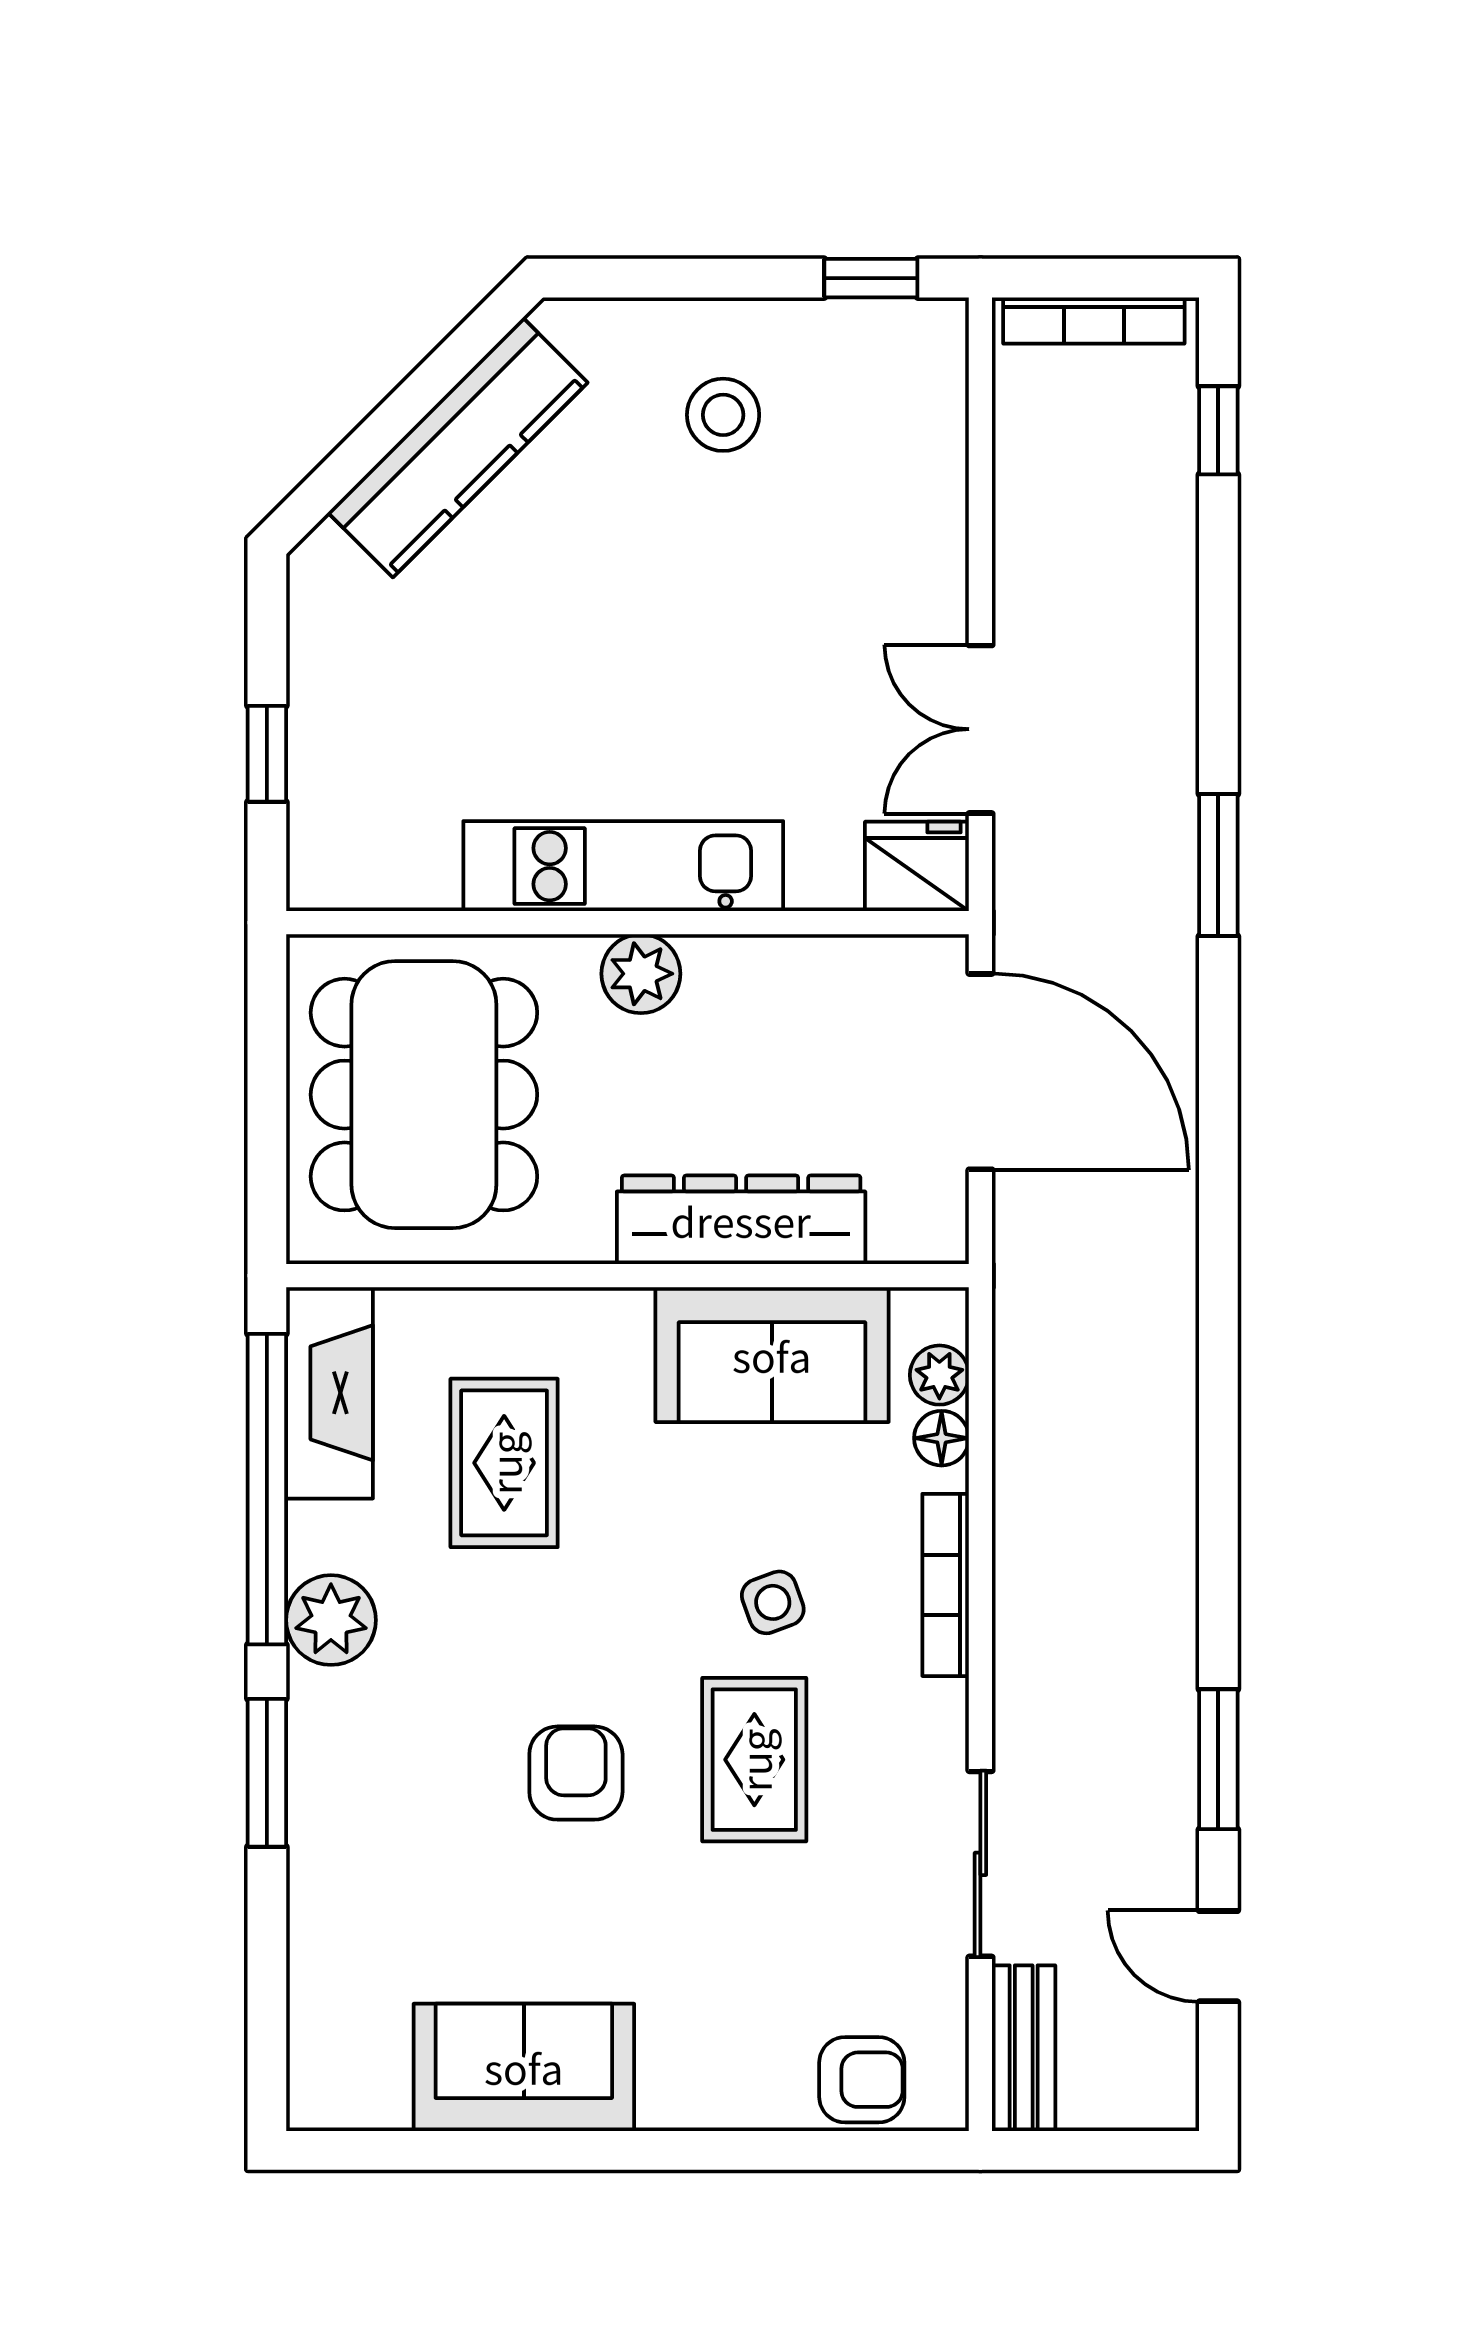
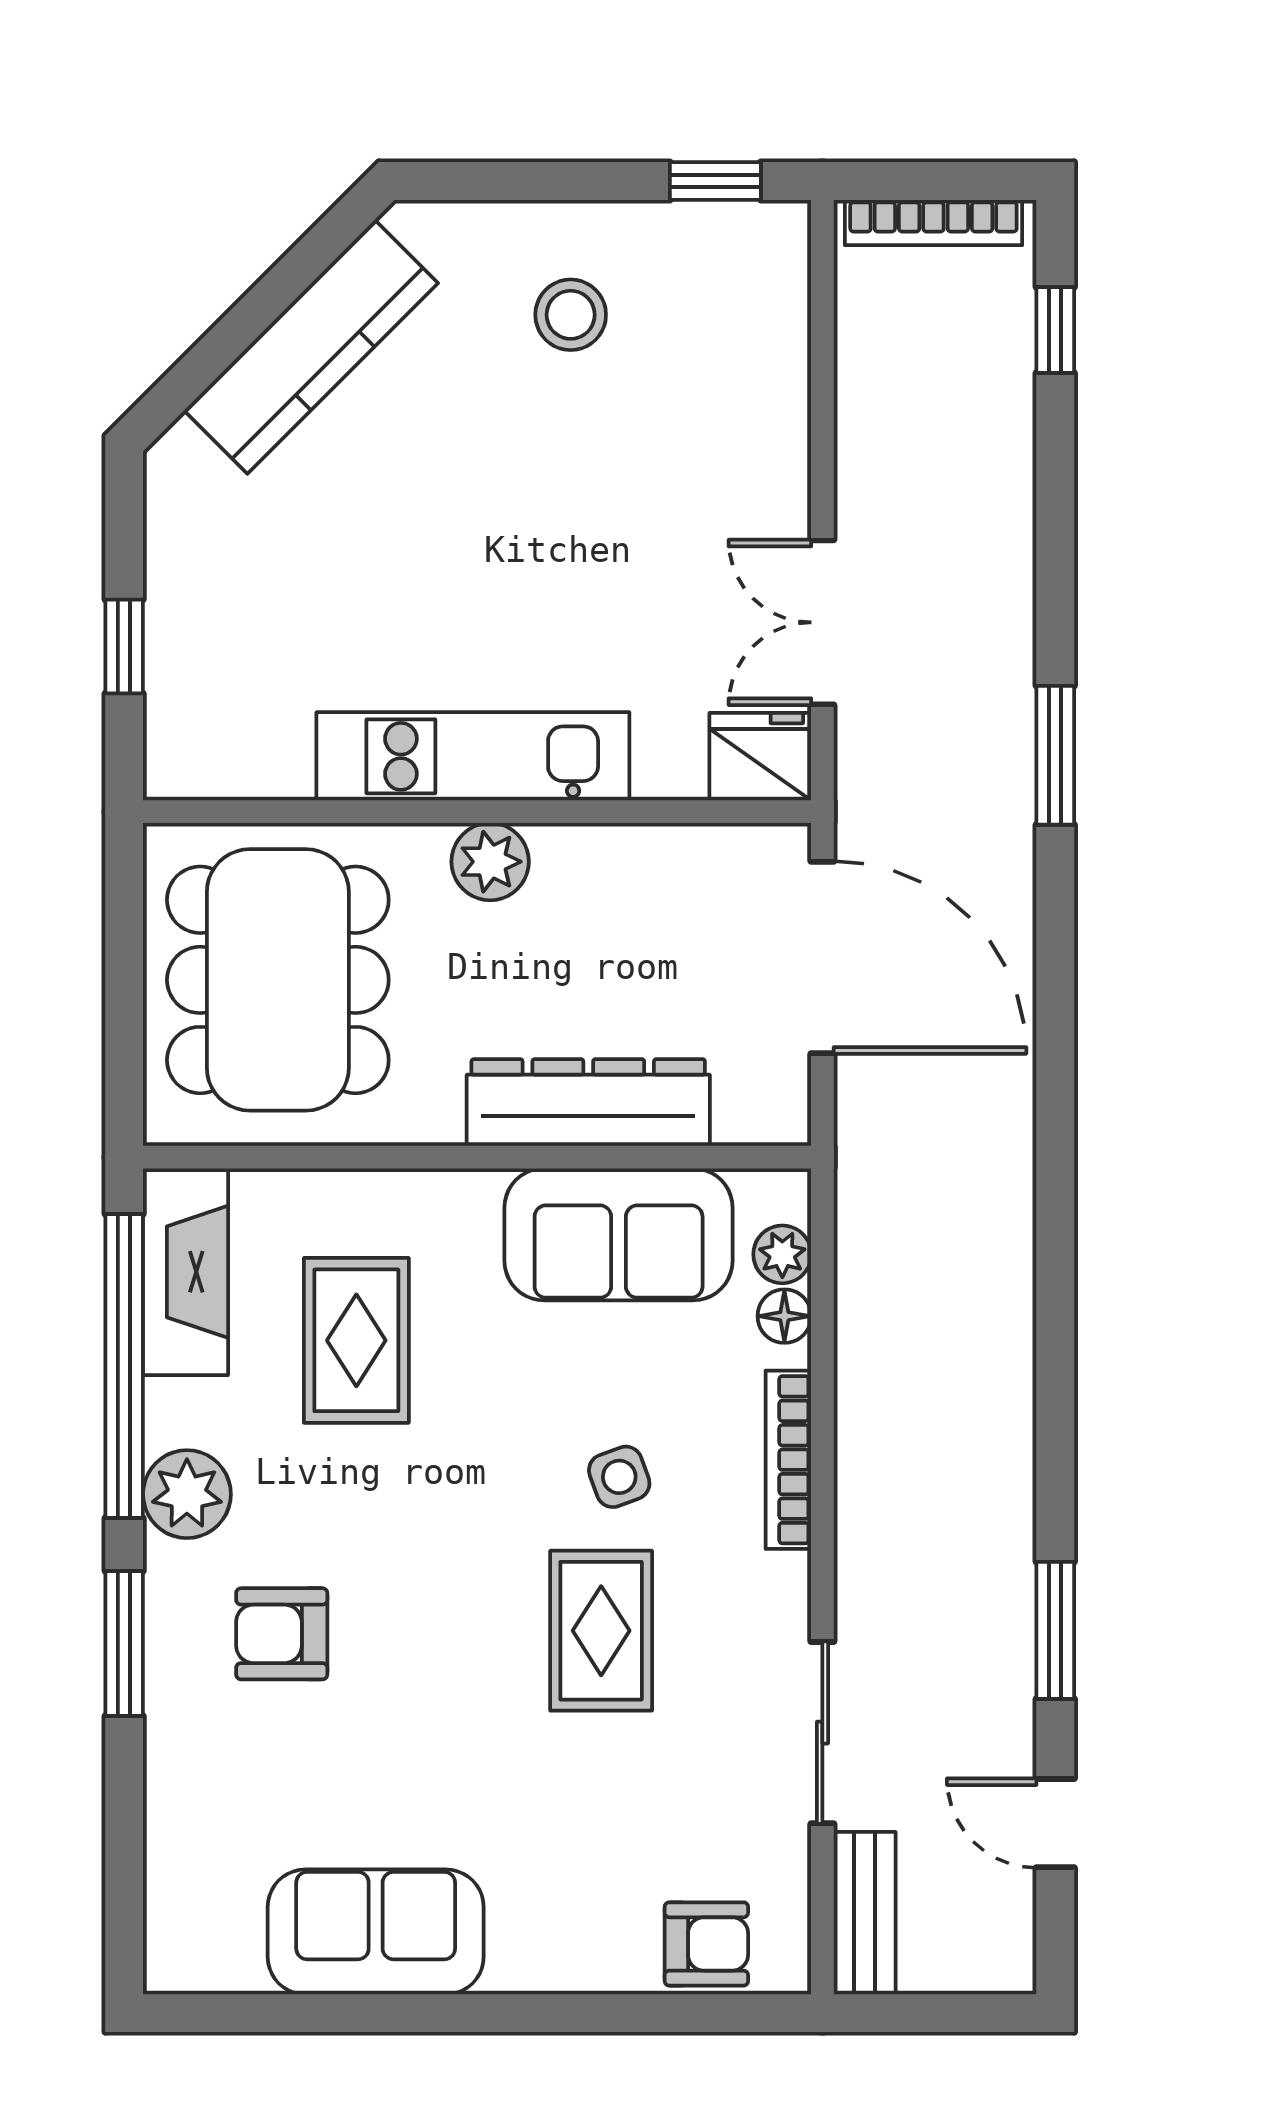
armchair: (576, 1773) -> (282, 1634), moved, turned -90

